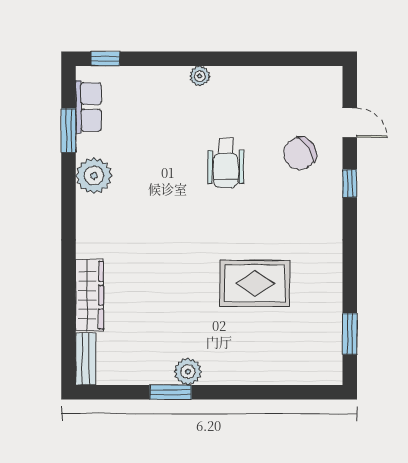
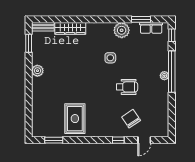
window: (190, 59) -> (172, 72), added
wheelchair: (226, 163) -> (127, 87), turned 180
side table: (158, 202) -> (110, 58), added
rug: (255, 283) -> (75, 119), moved
window: (171, 392) -> (29, 43), moved

